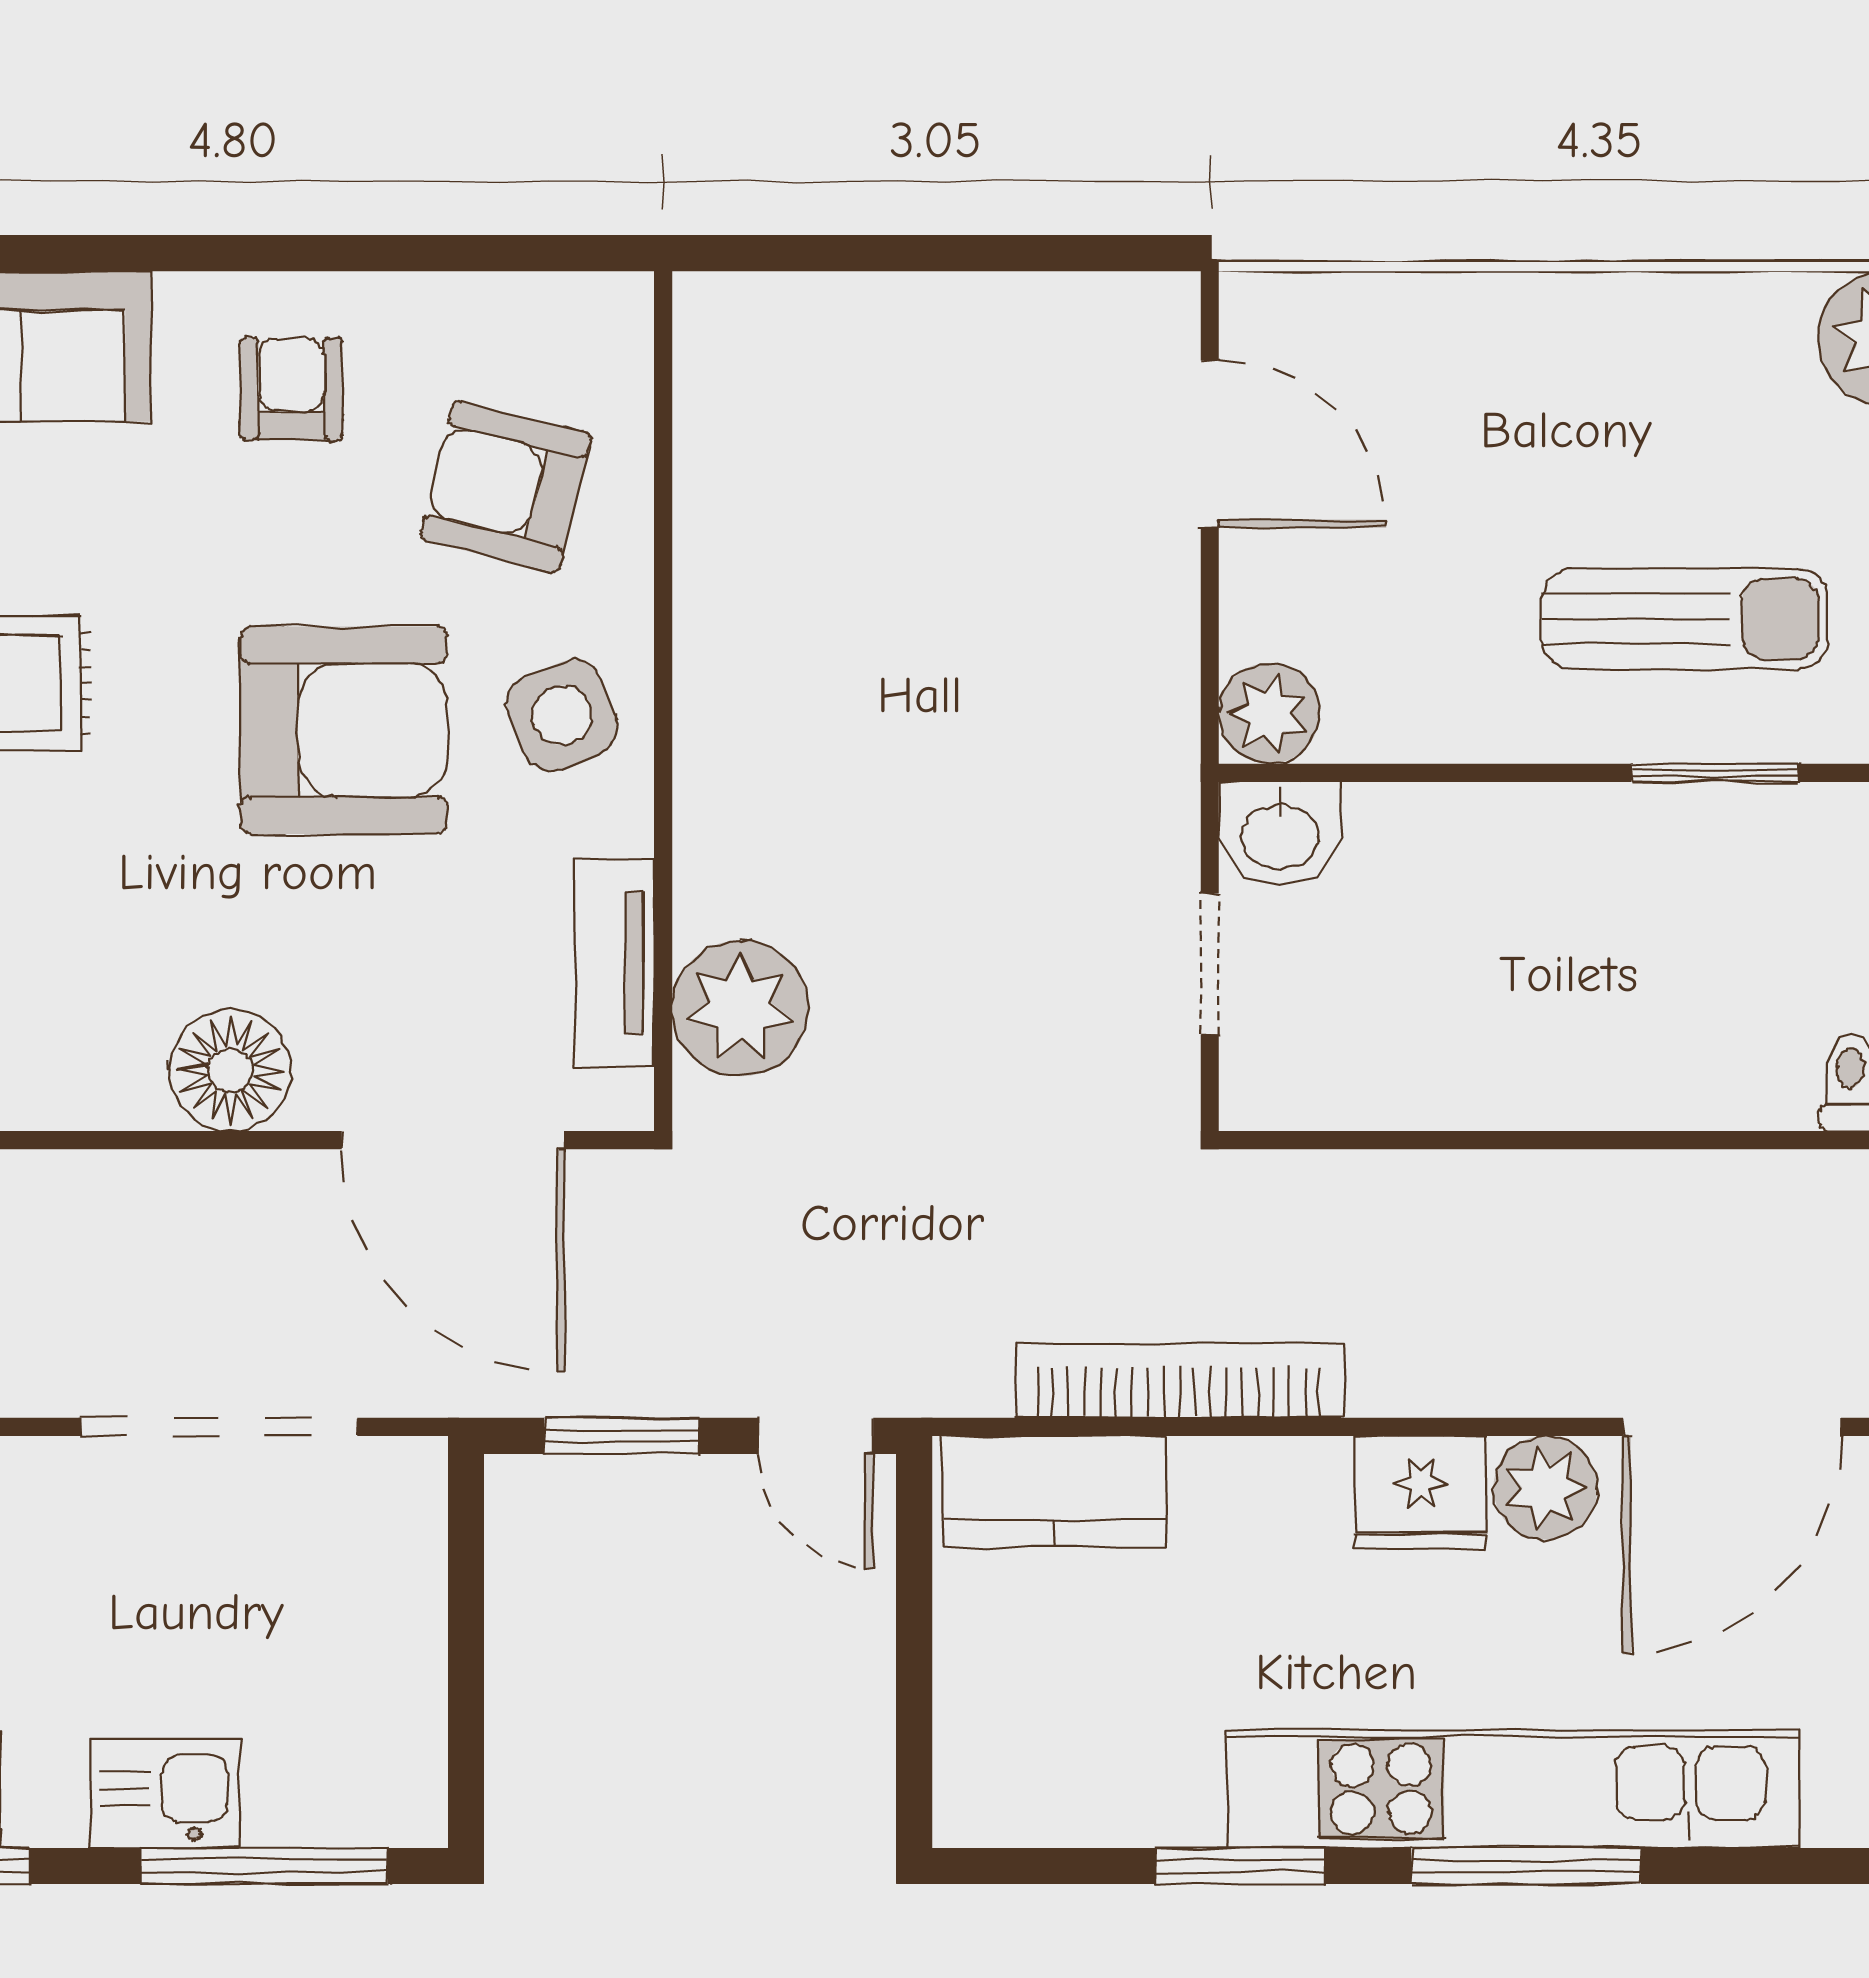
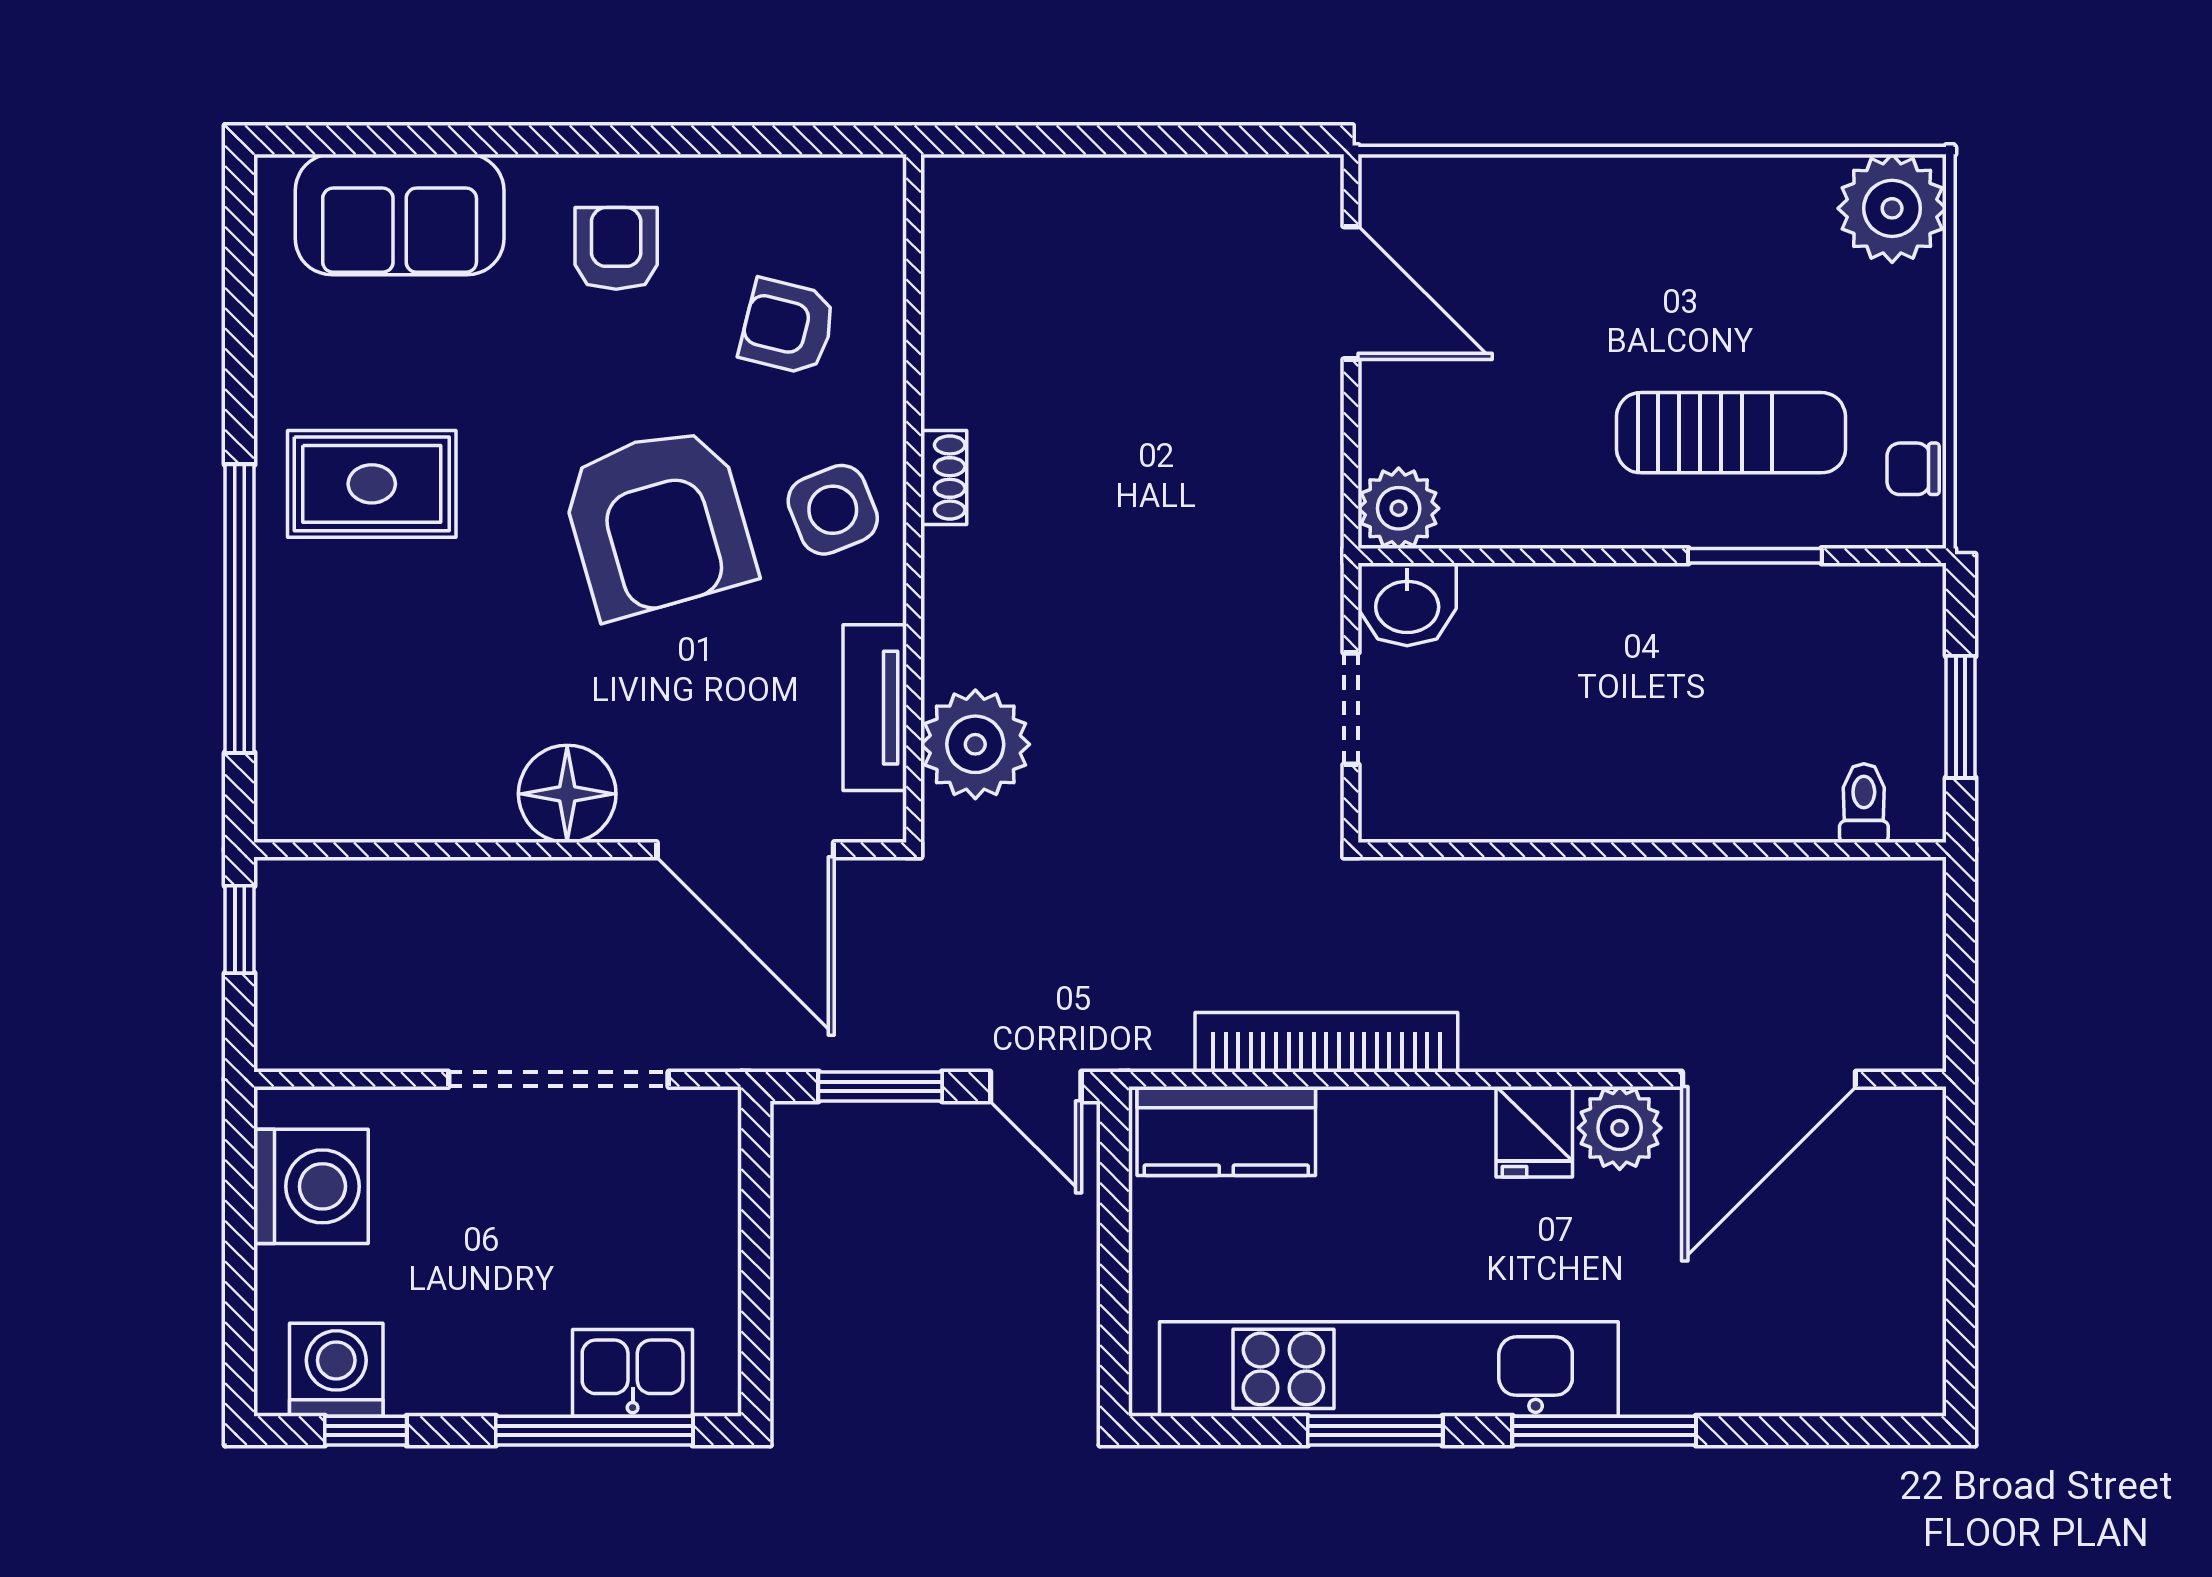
armchair: (506, 487) -> (788, 327), width x0.72, depth x0.72
shoe rack: (701, 675) -> (944, 477), added
armchair: (344, 730) -> (658, 522), turned 74
fridge: (1420, 1493) -> (1534, 1132), width x0.72
kitchen unit: (1513, 1789) -> (1389, 1369), moved
kitchen sink: (165, 1794) -> (633, 1373), moved

